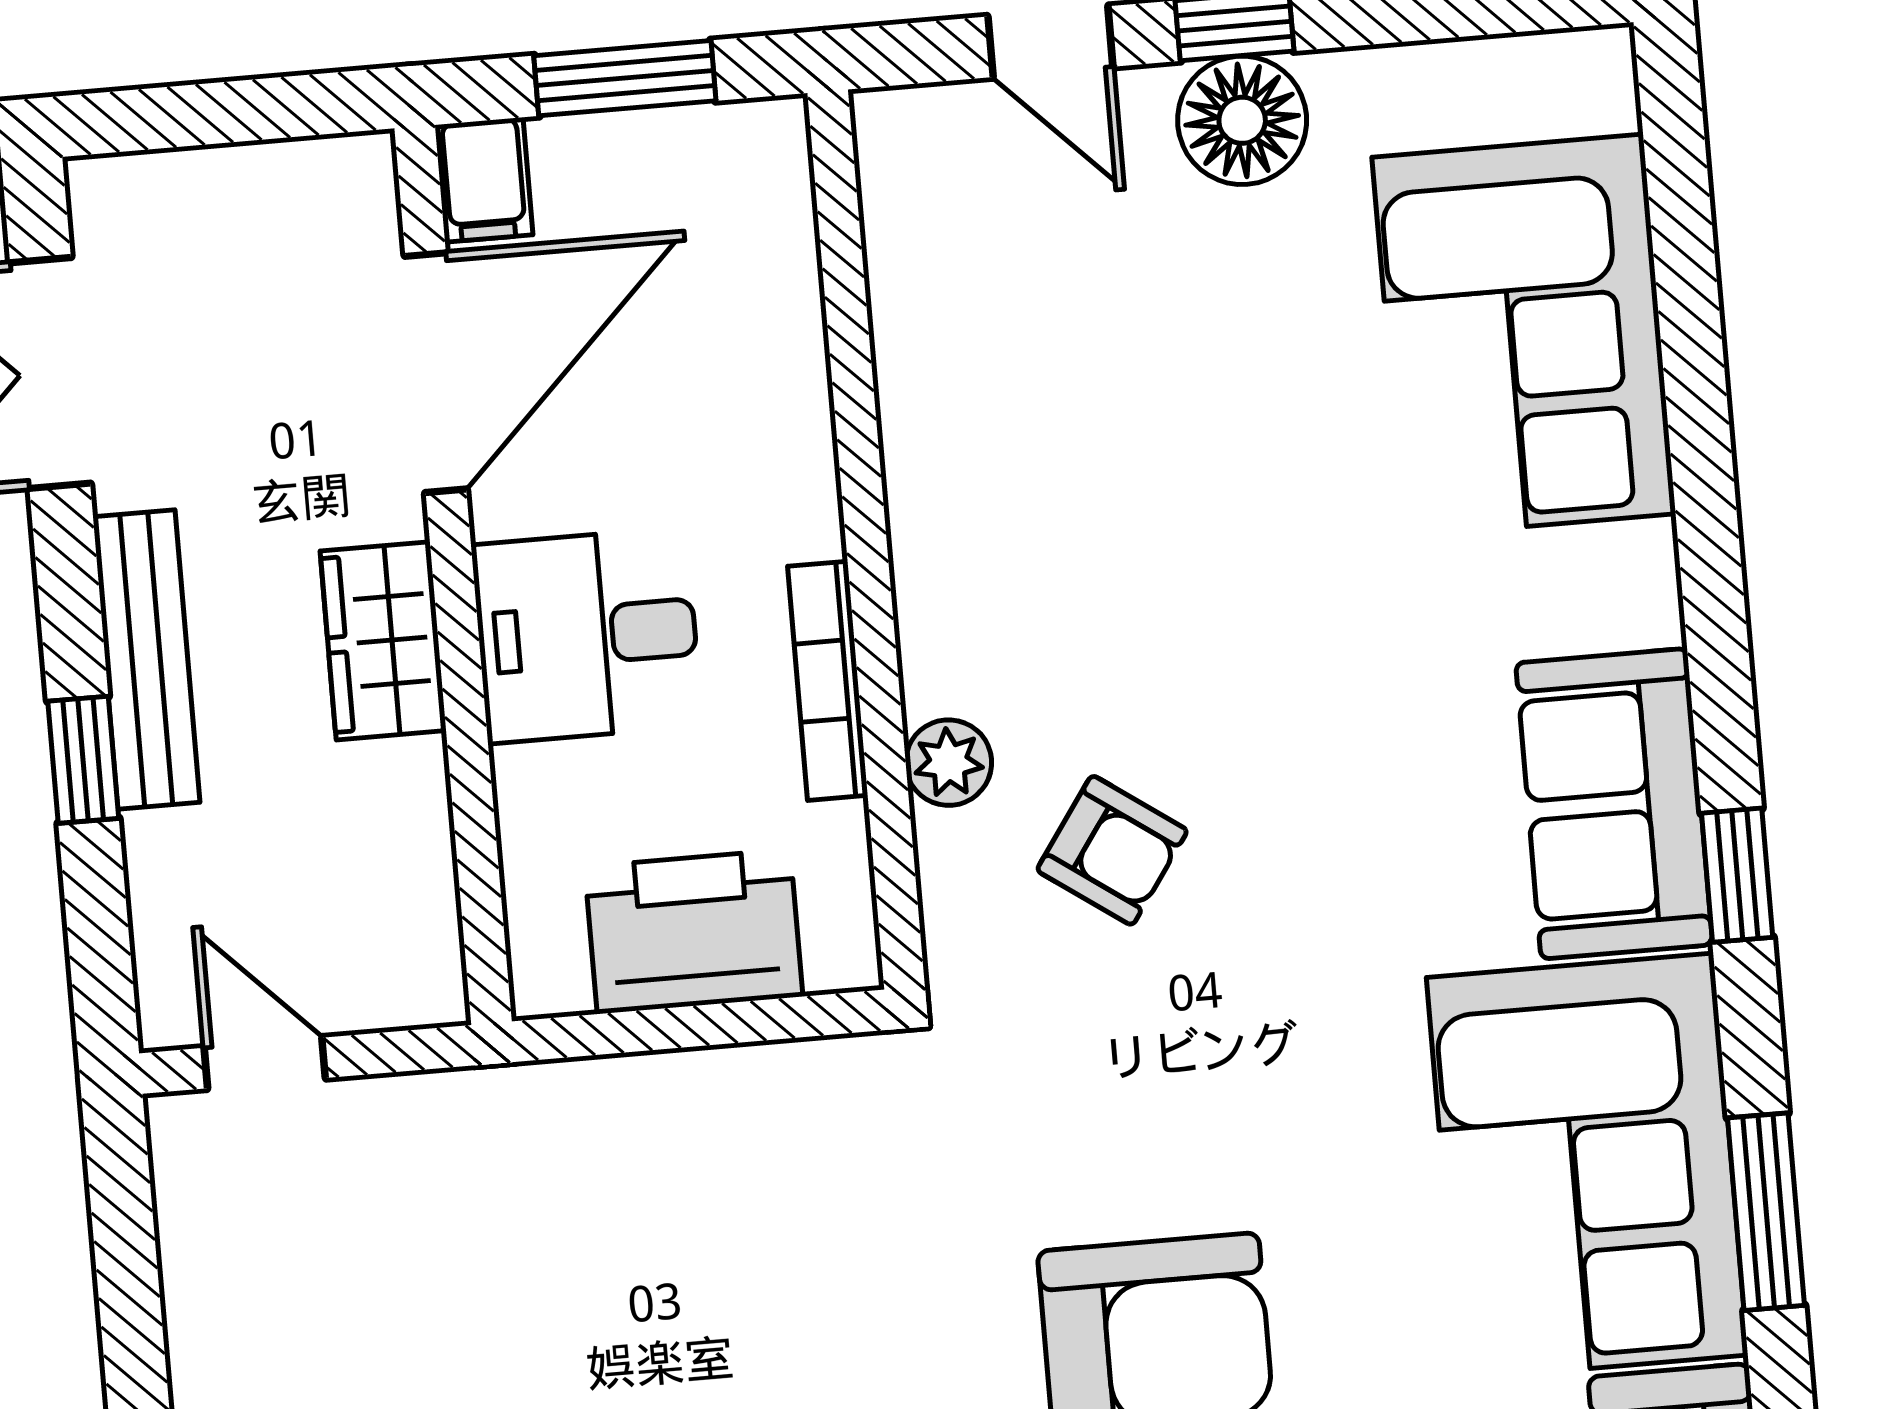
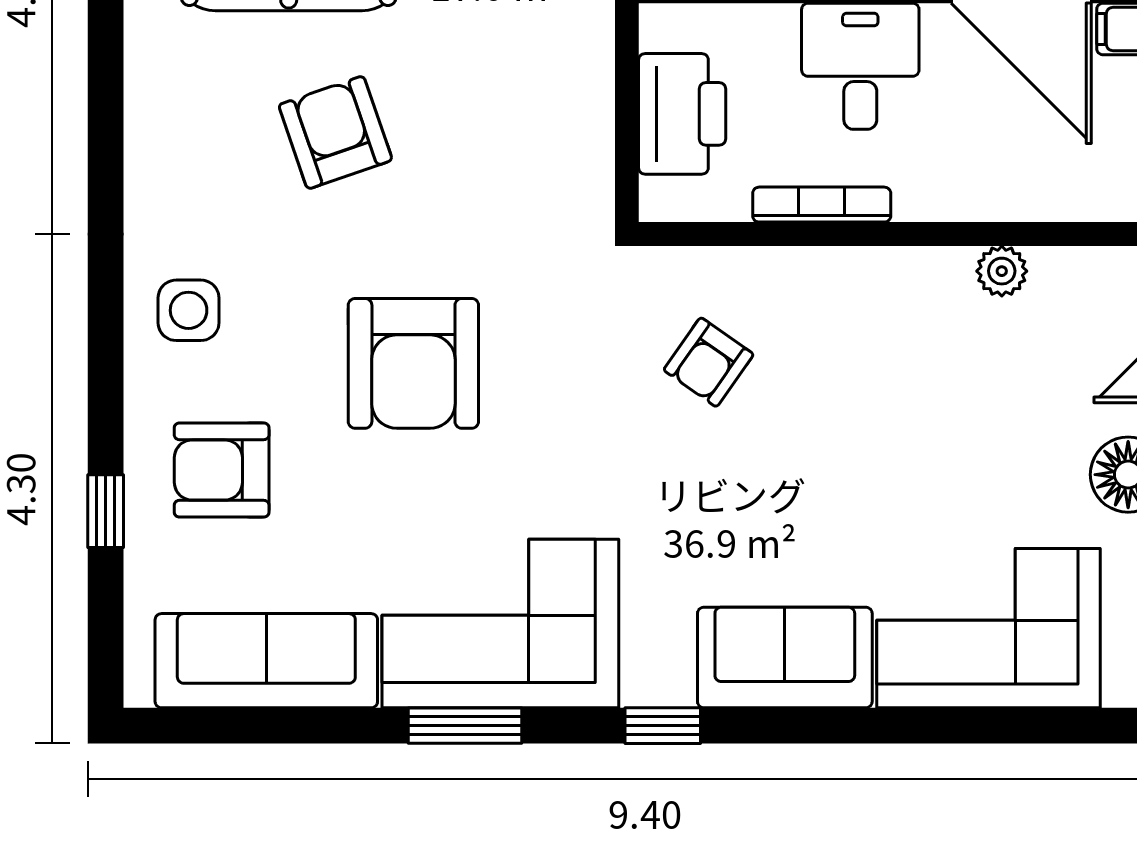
plant: (949, 763) -> (1002, 271), moved
sofa: (1614, 804) -> (785, 658), moved

